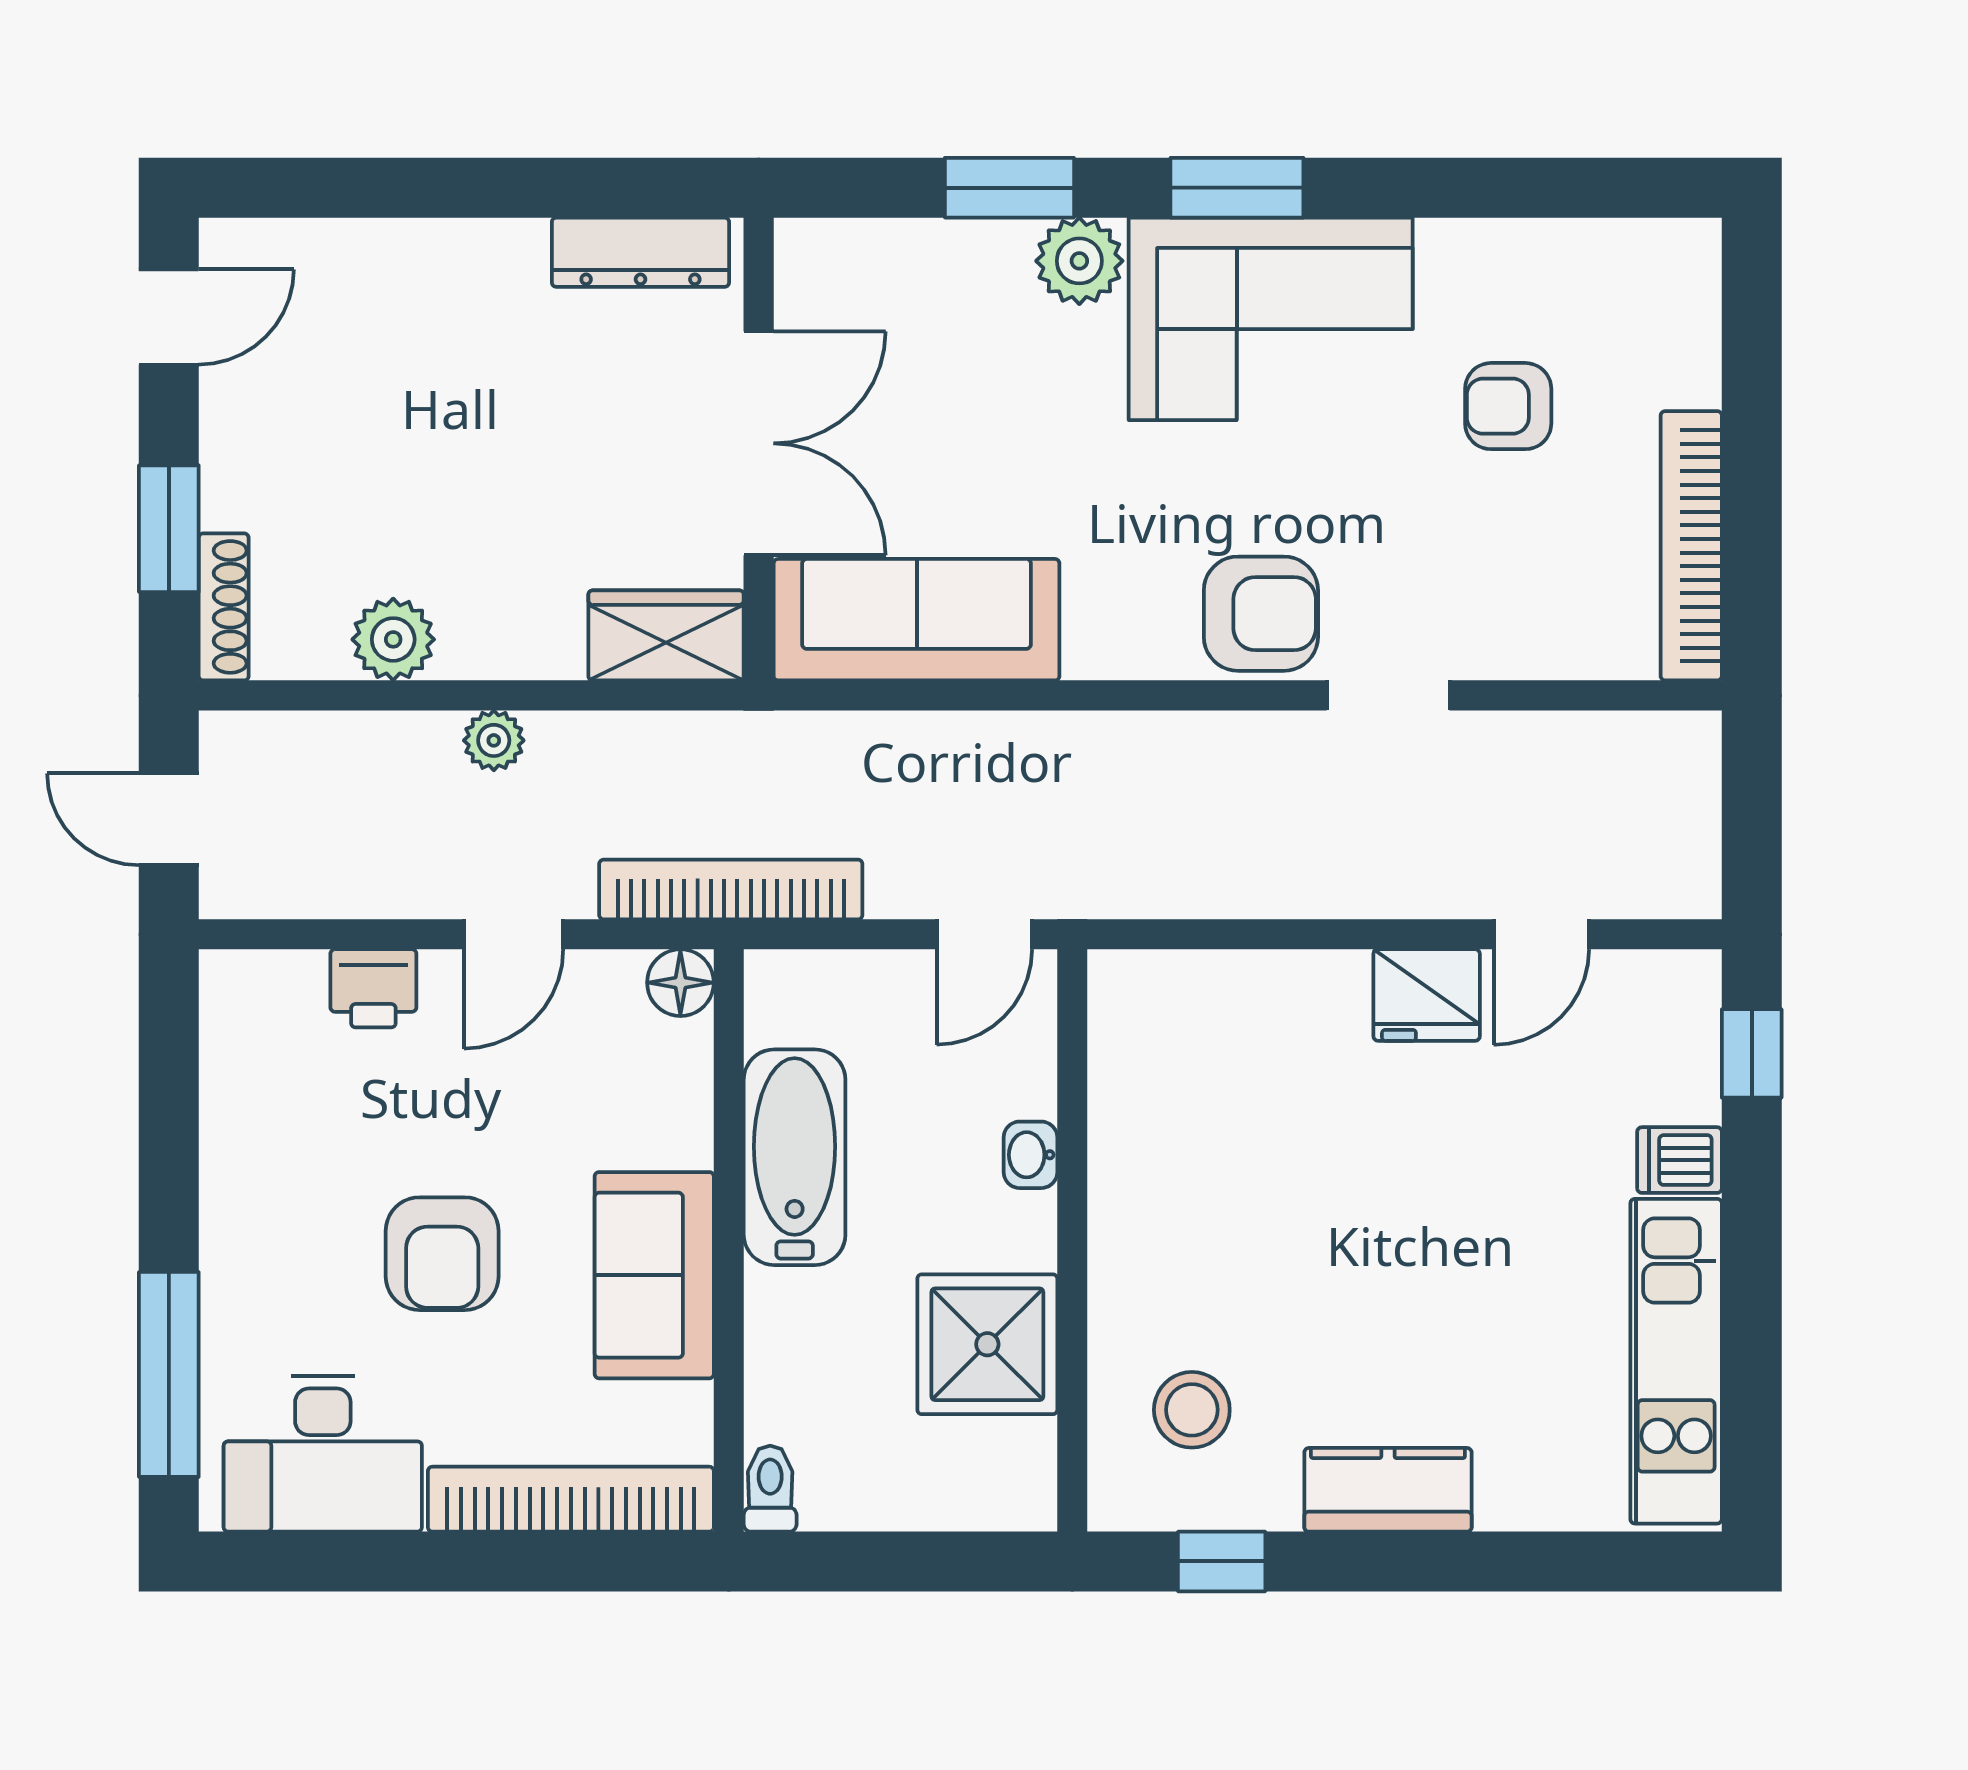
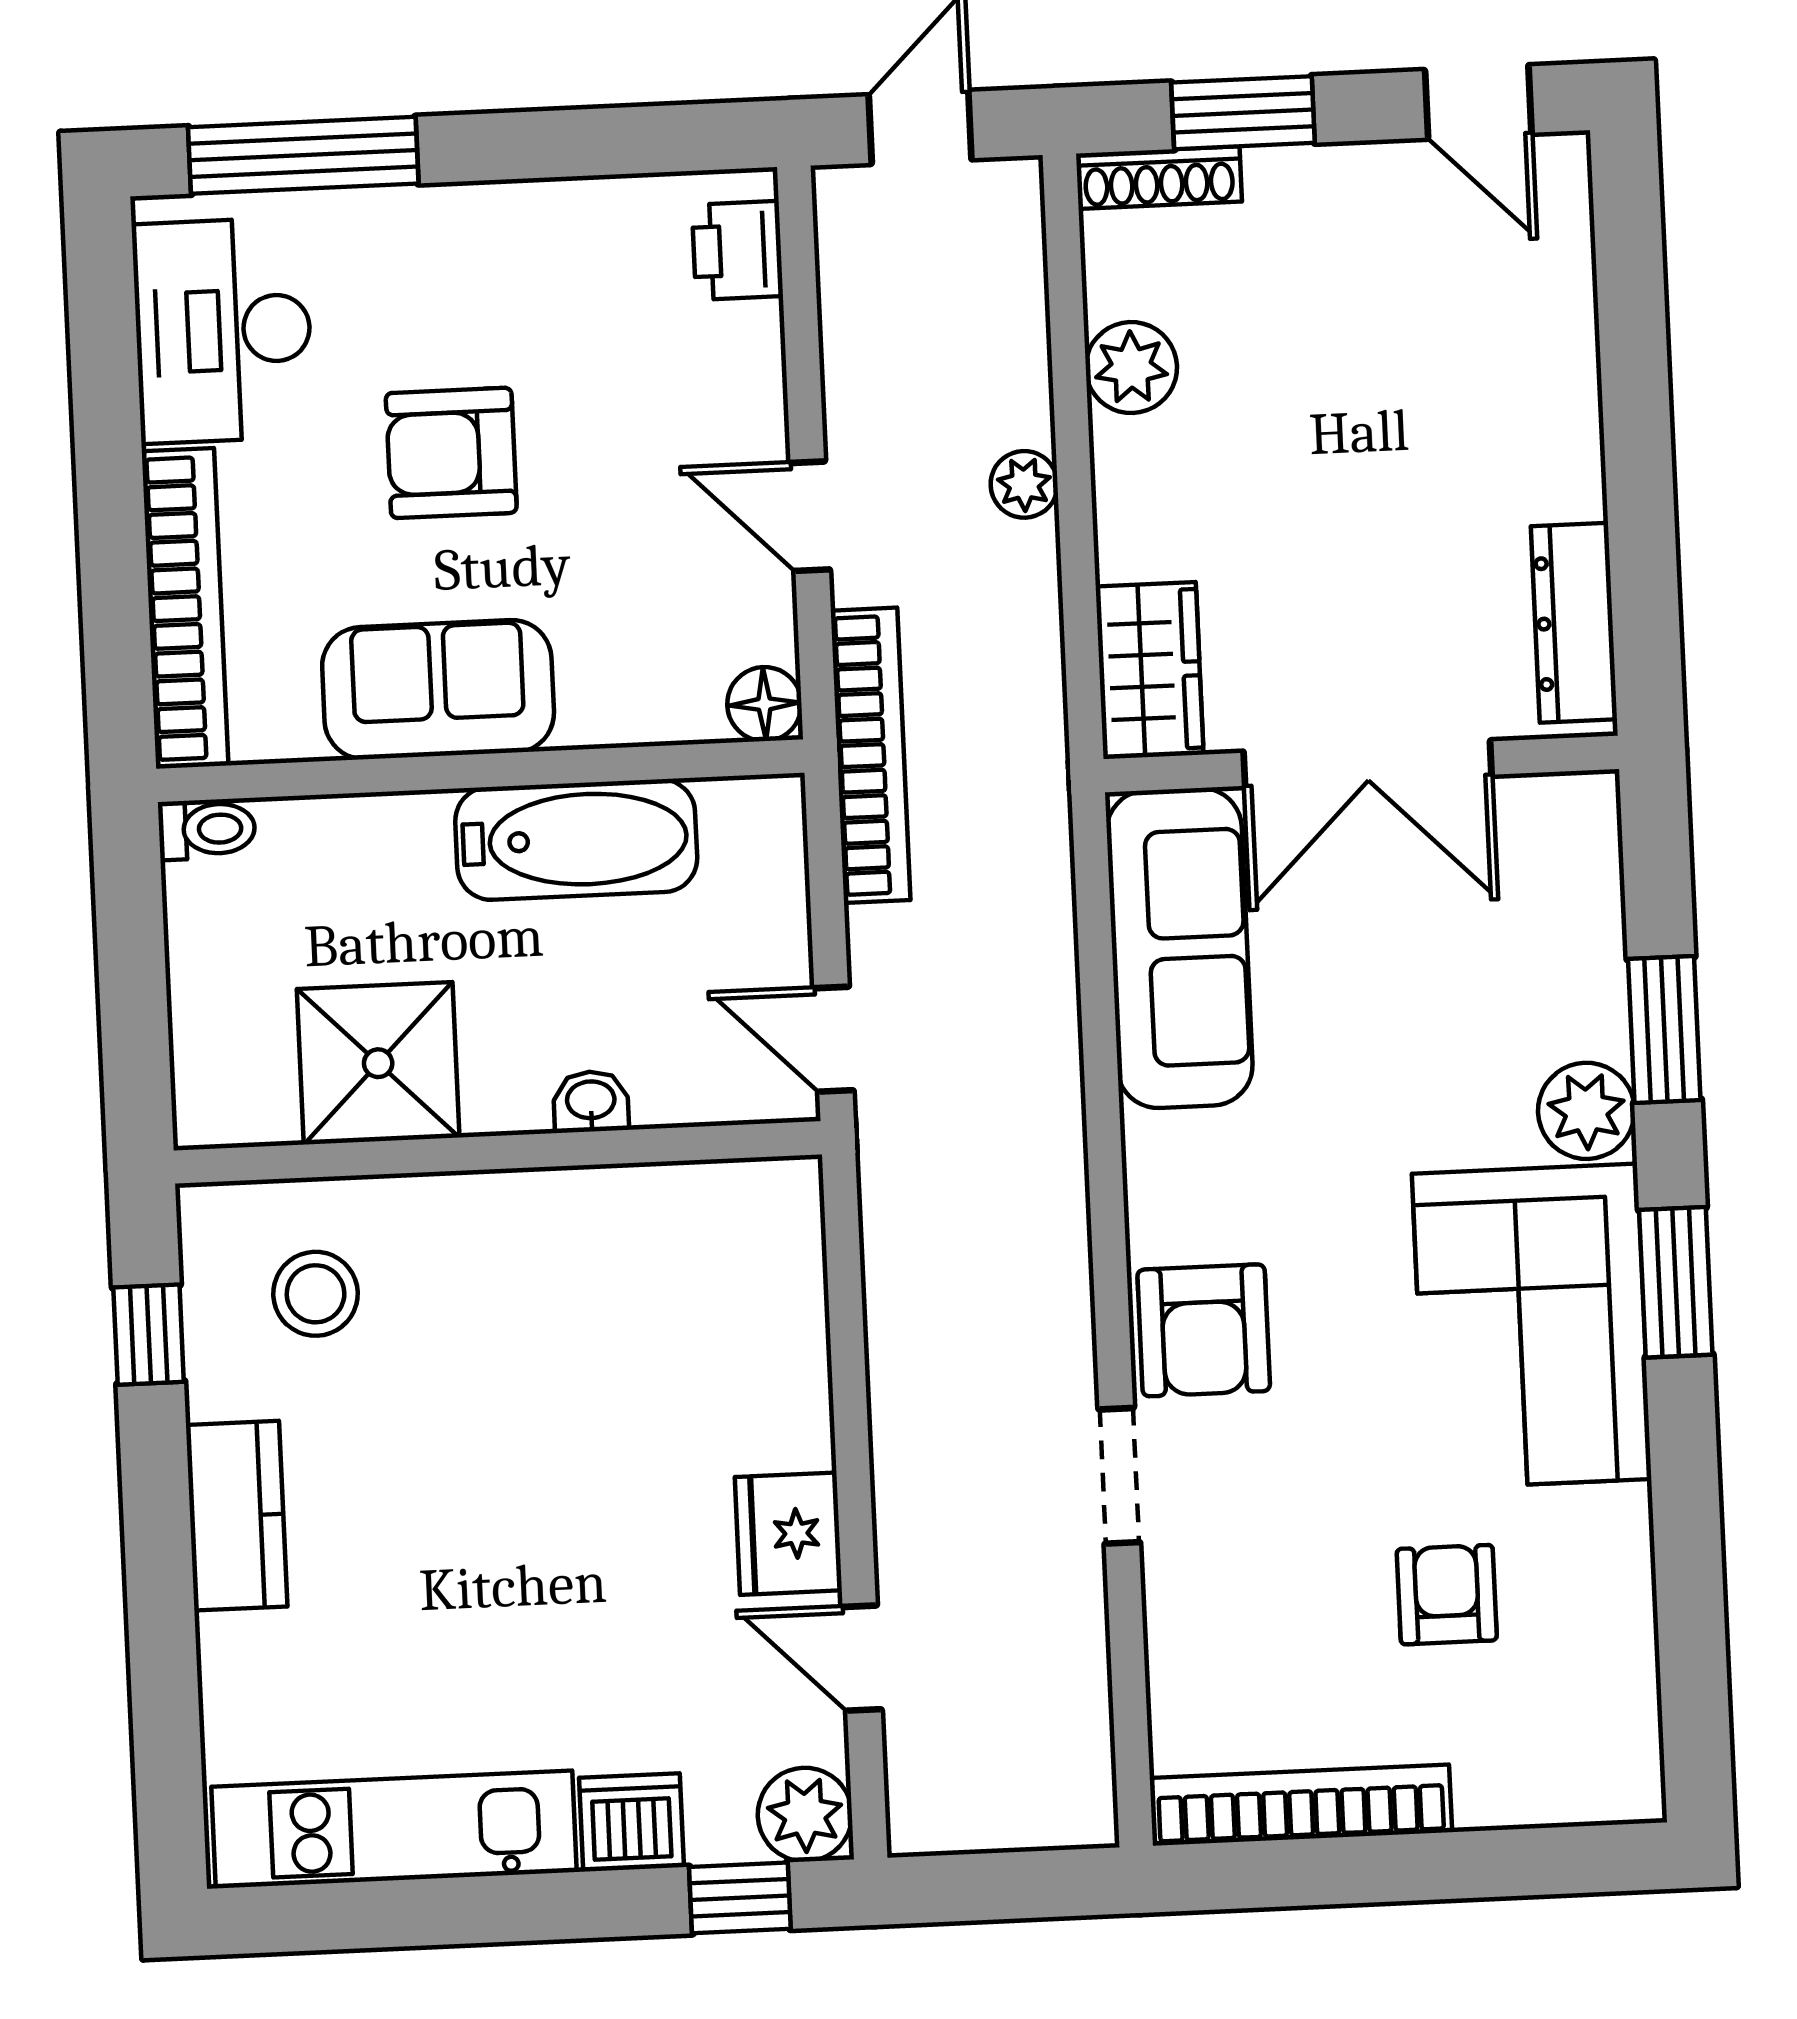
printer: (373, 988) -> (737, 250), moved
plant: (1680, 992) -> (805, 1815), added
dishwasher: (1680, 1160) -> (631, 1822), width x1.38

